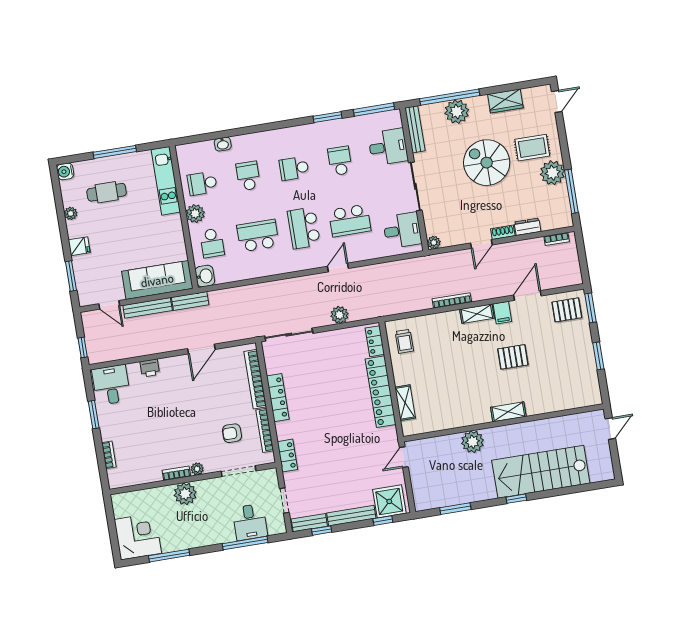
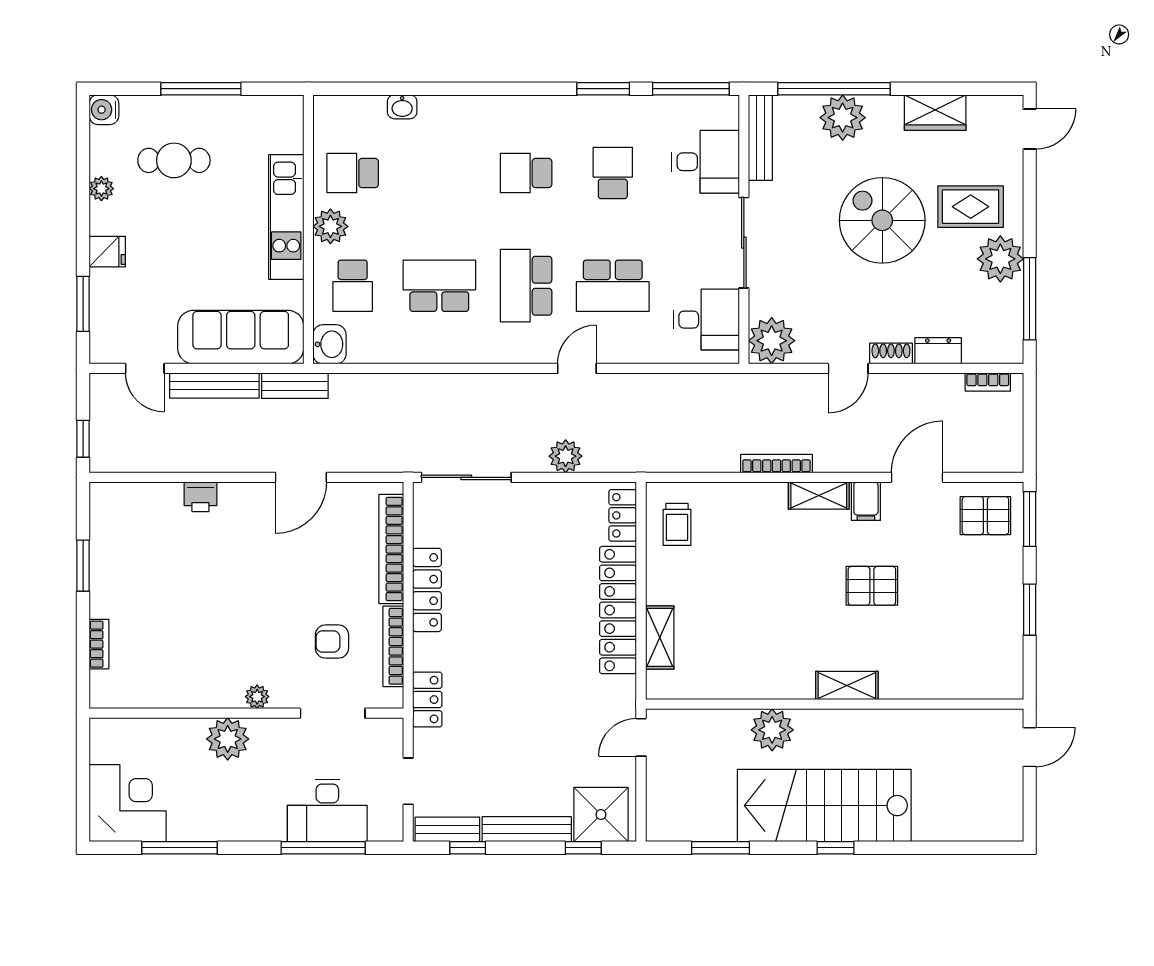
school desk: (248, 176) -> (439, 173), removed
kitchen unit: (166, 181) -> (286, 217), moved
plant: (434, 243) -> (772, 341), width x1.87, depth x1.87
desk: (111, 385) -> (124, 516), removed
stairs: (541, 472) -> (824, 806), moved
bookcase: (176, 473) -> (218, 699), removed
desk: (250, 522) -> (327, 810), width x1.37

